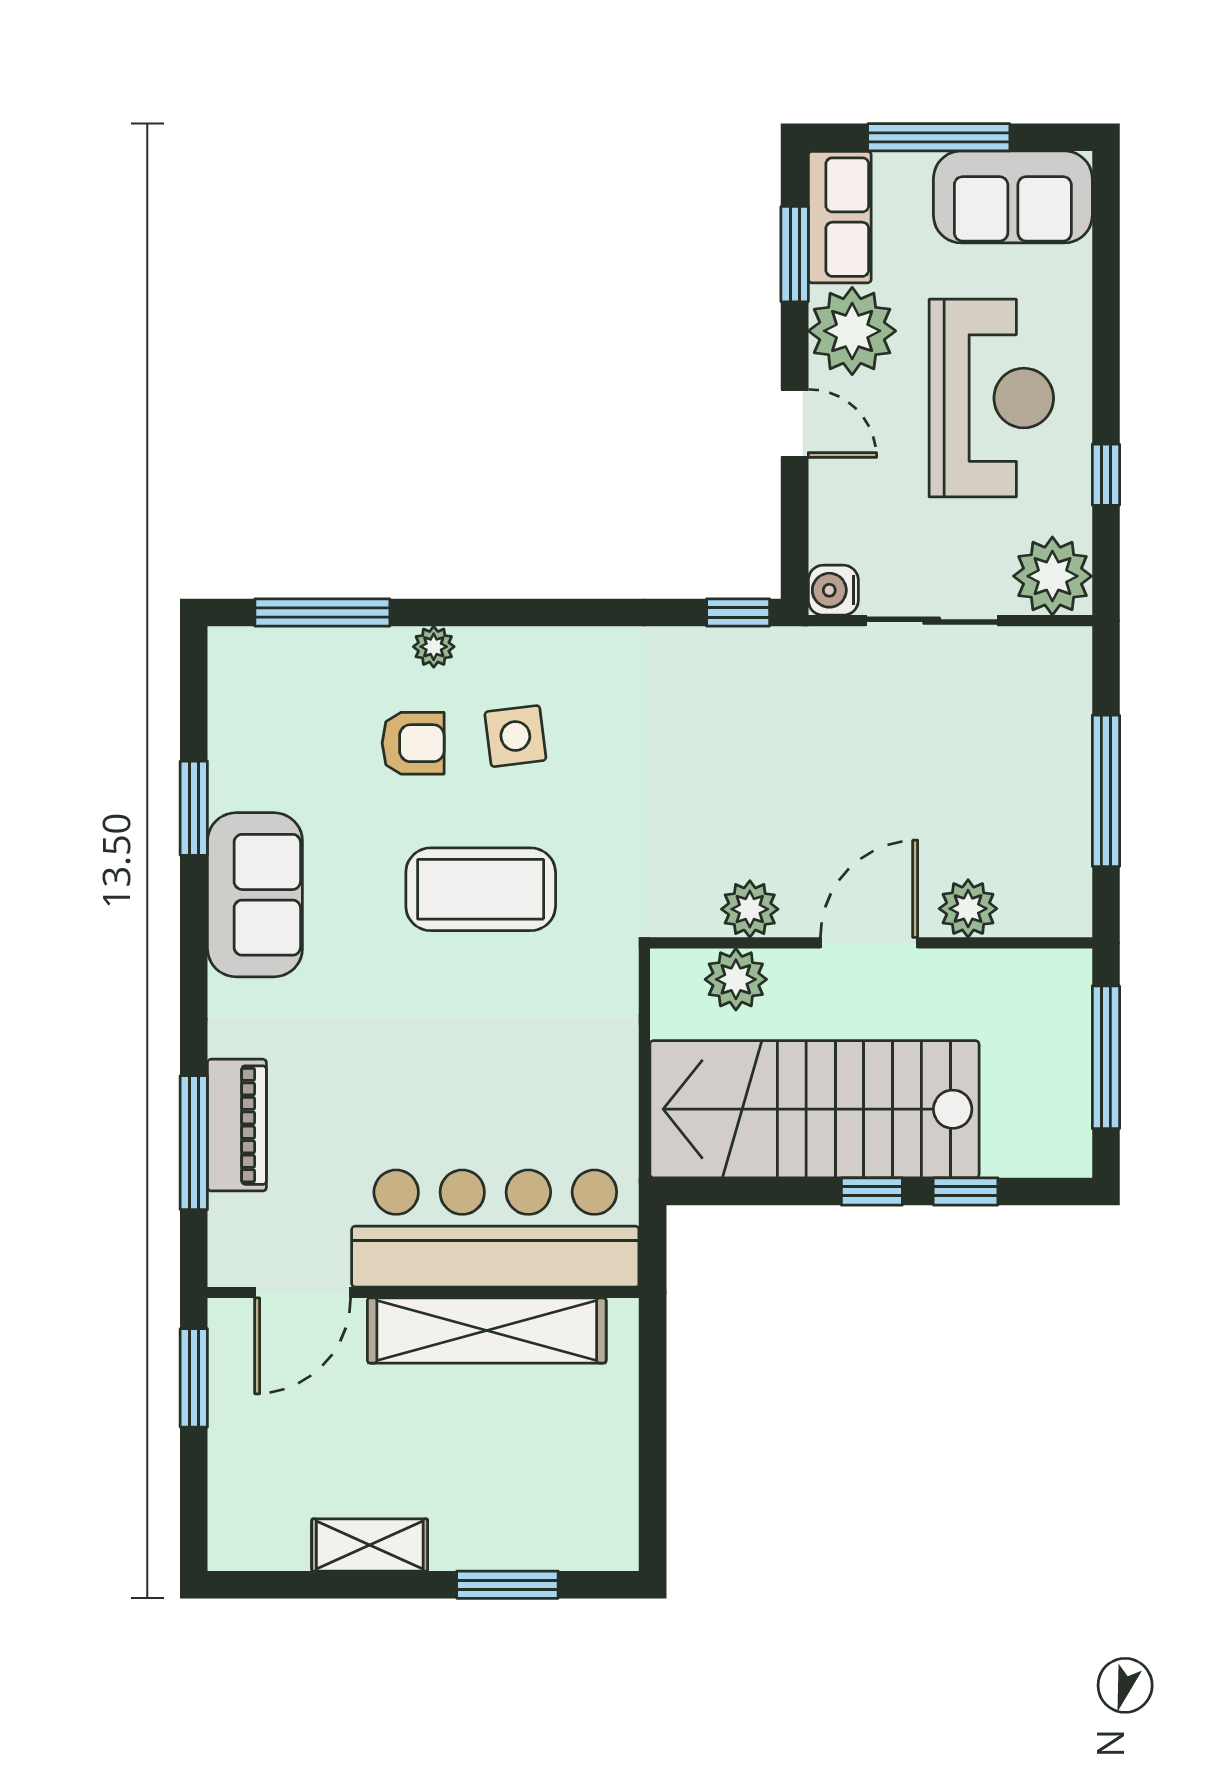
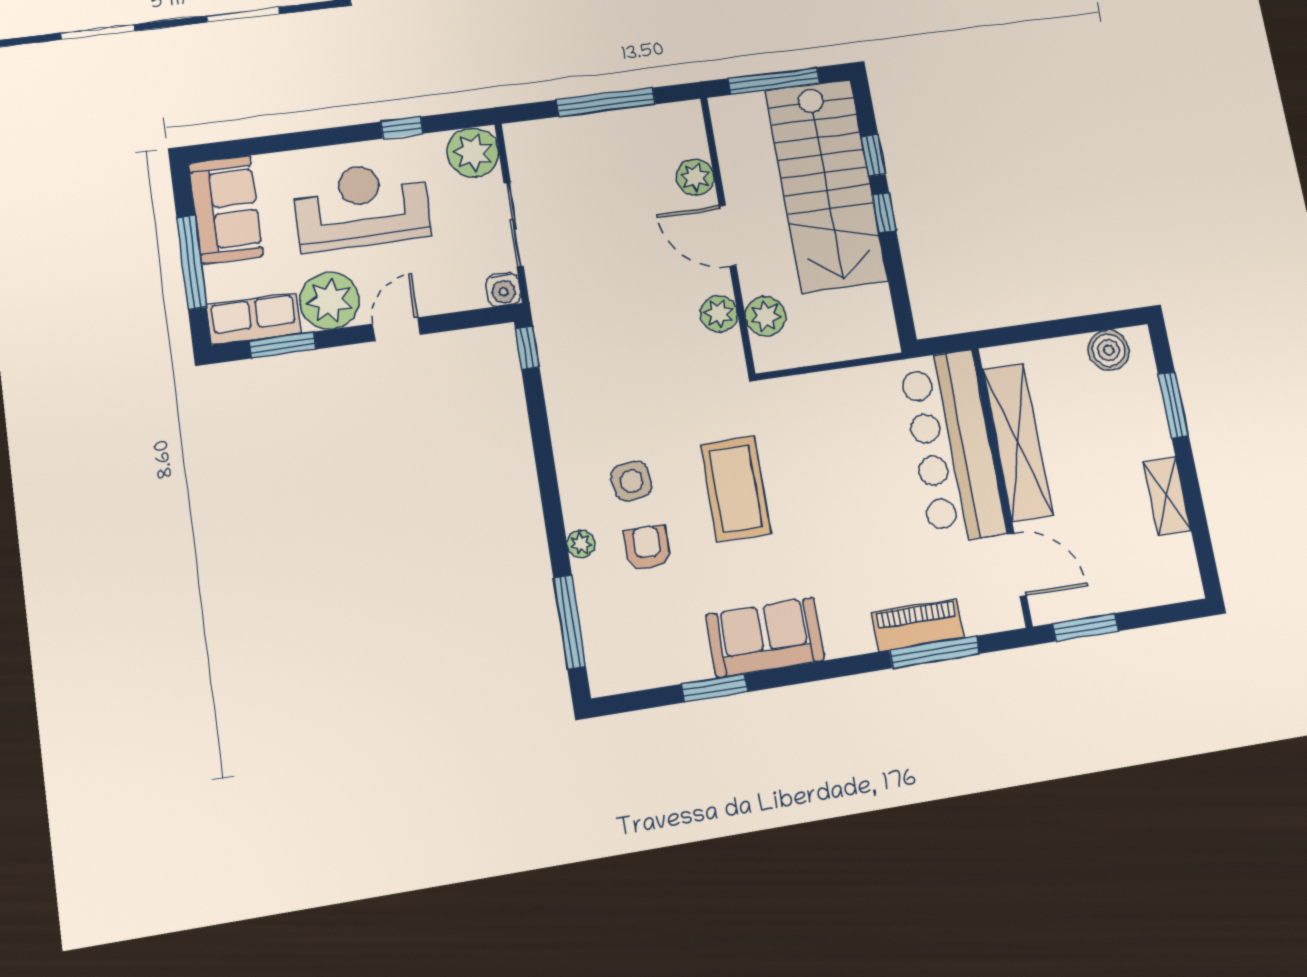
stairs: (814, 1109) -> (826, 185), moved
boiler: (607, 1501) -> (1109, 350), added

